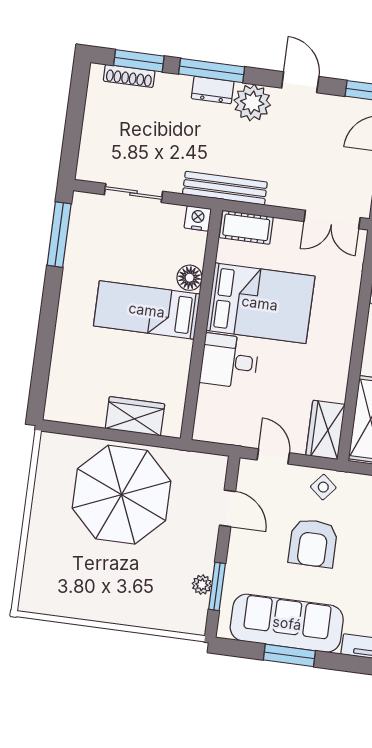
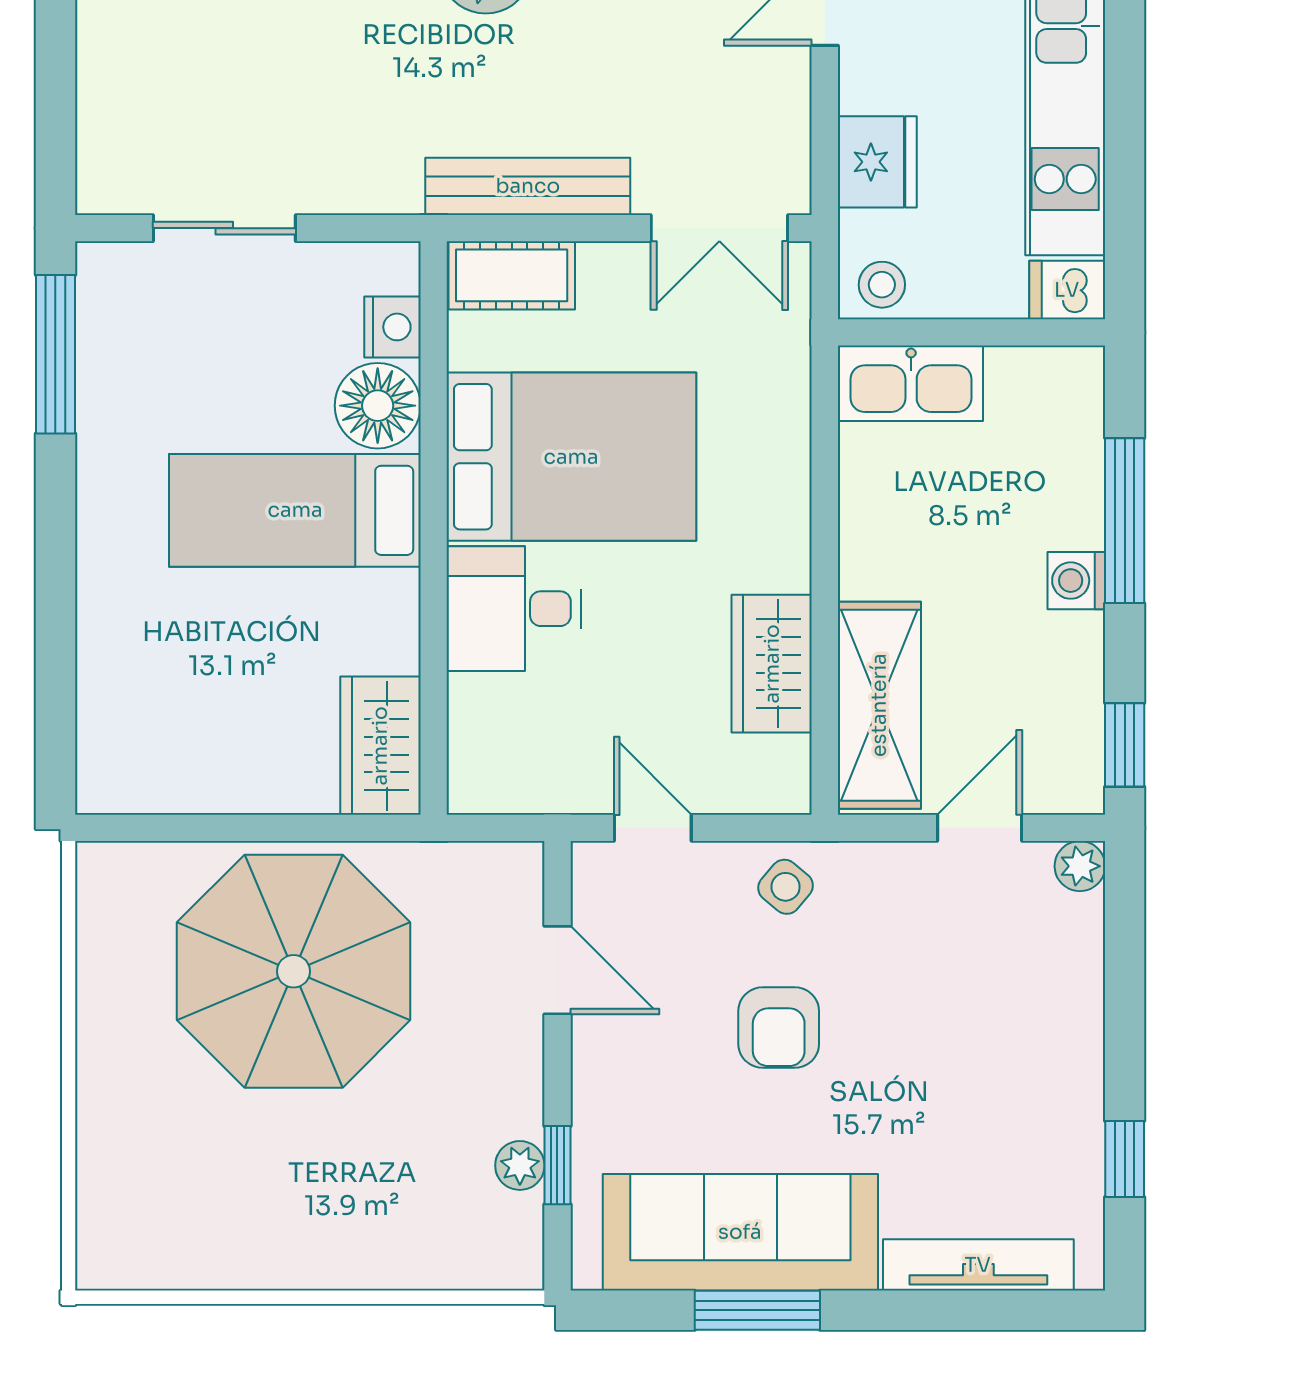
bench: (225, 188) -> (528, 186), moved
nightstand: (198, 218) -> (392, 327), moved, turned 90
floor lamp: (190, 278) -> (378, 406), width x1.38, depth x1.38
wardrobe: (135, 416) -> (380, 746), moved, turned -90
wardrobe: (325, 430) -> (772, 664), moved
armchair: (313, 543) -> (779, 1028), width x0.72, depth x0.72
window: (217, 586) -> (557, 1165), width x0.67

